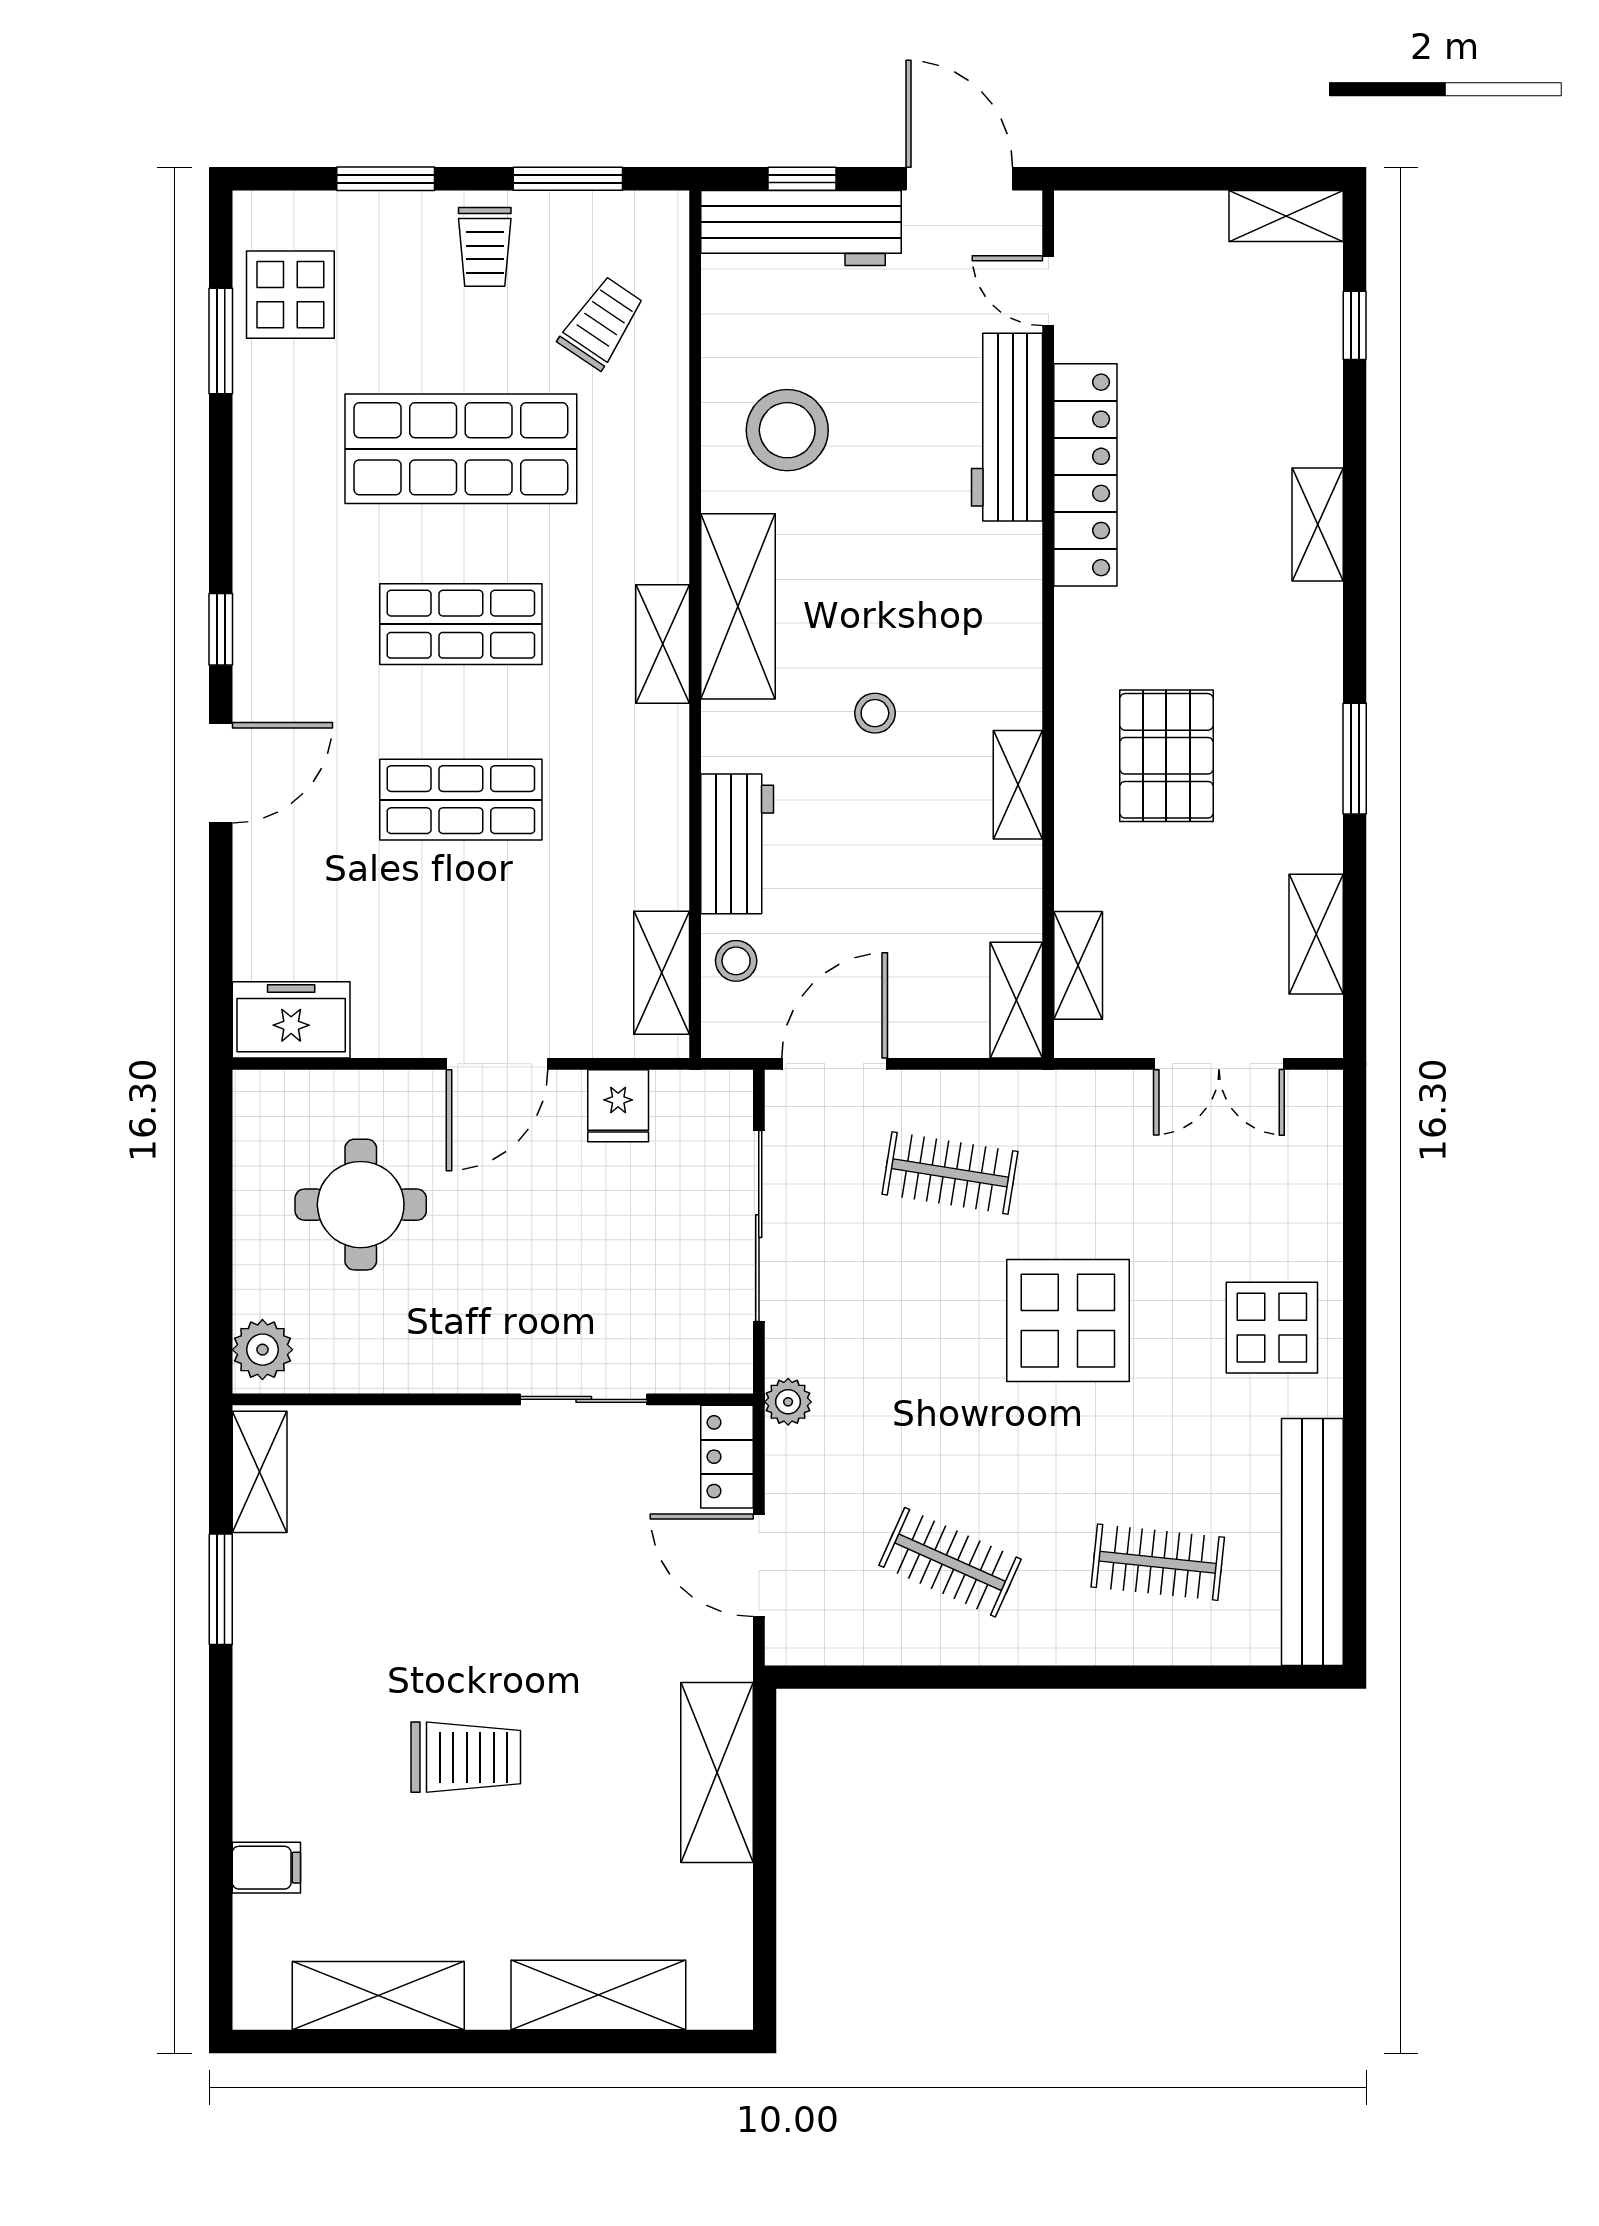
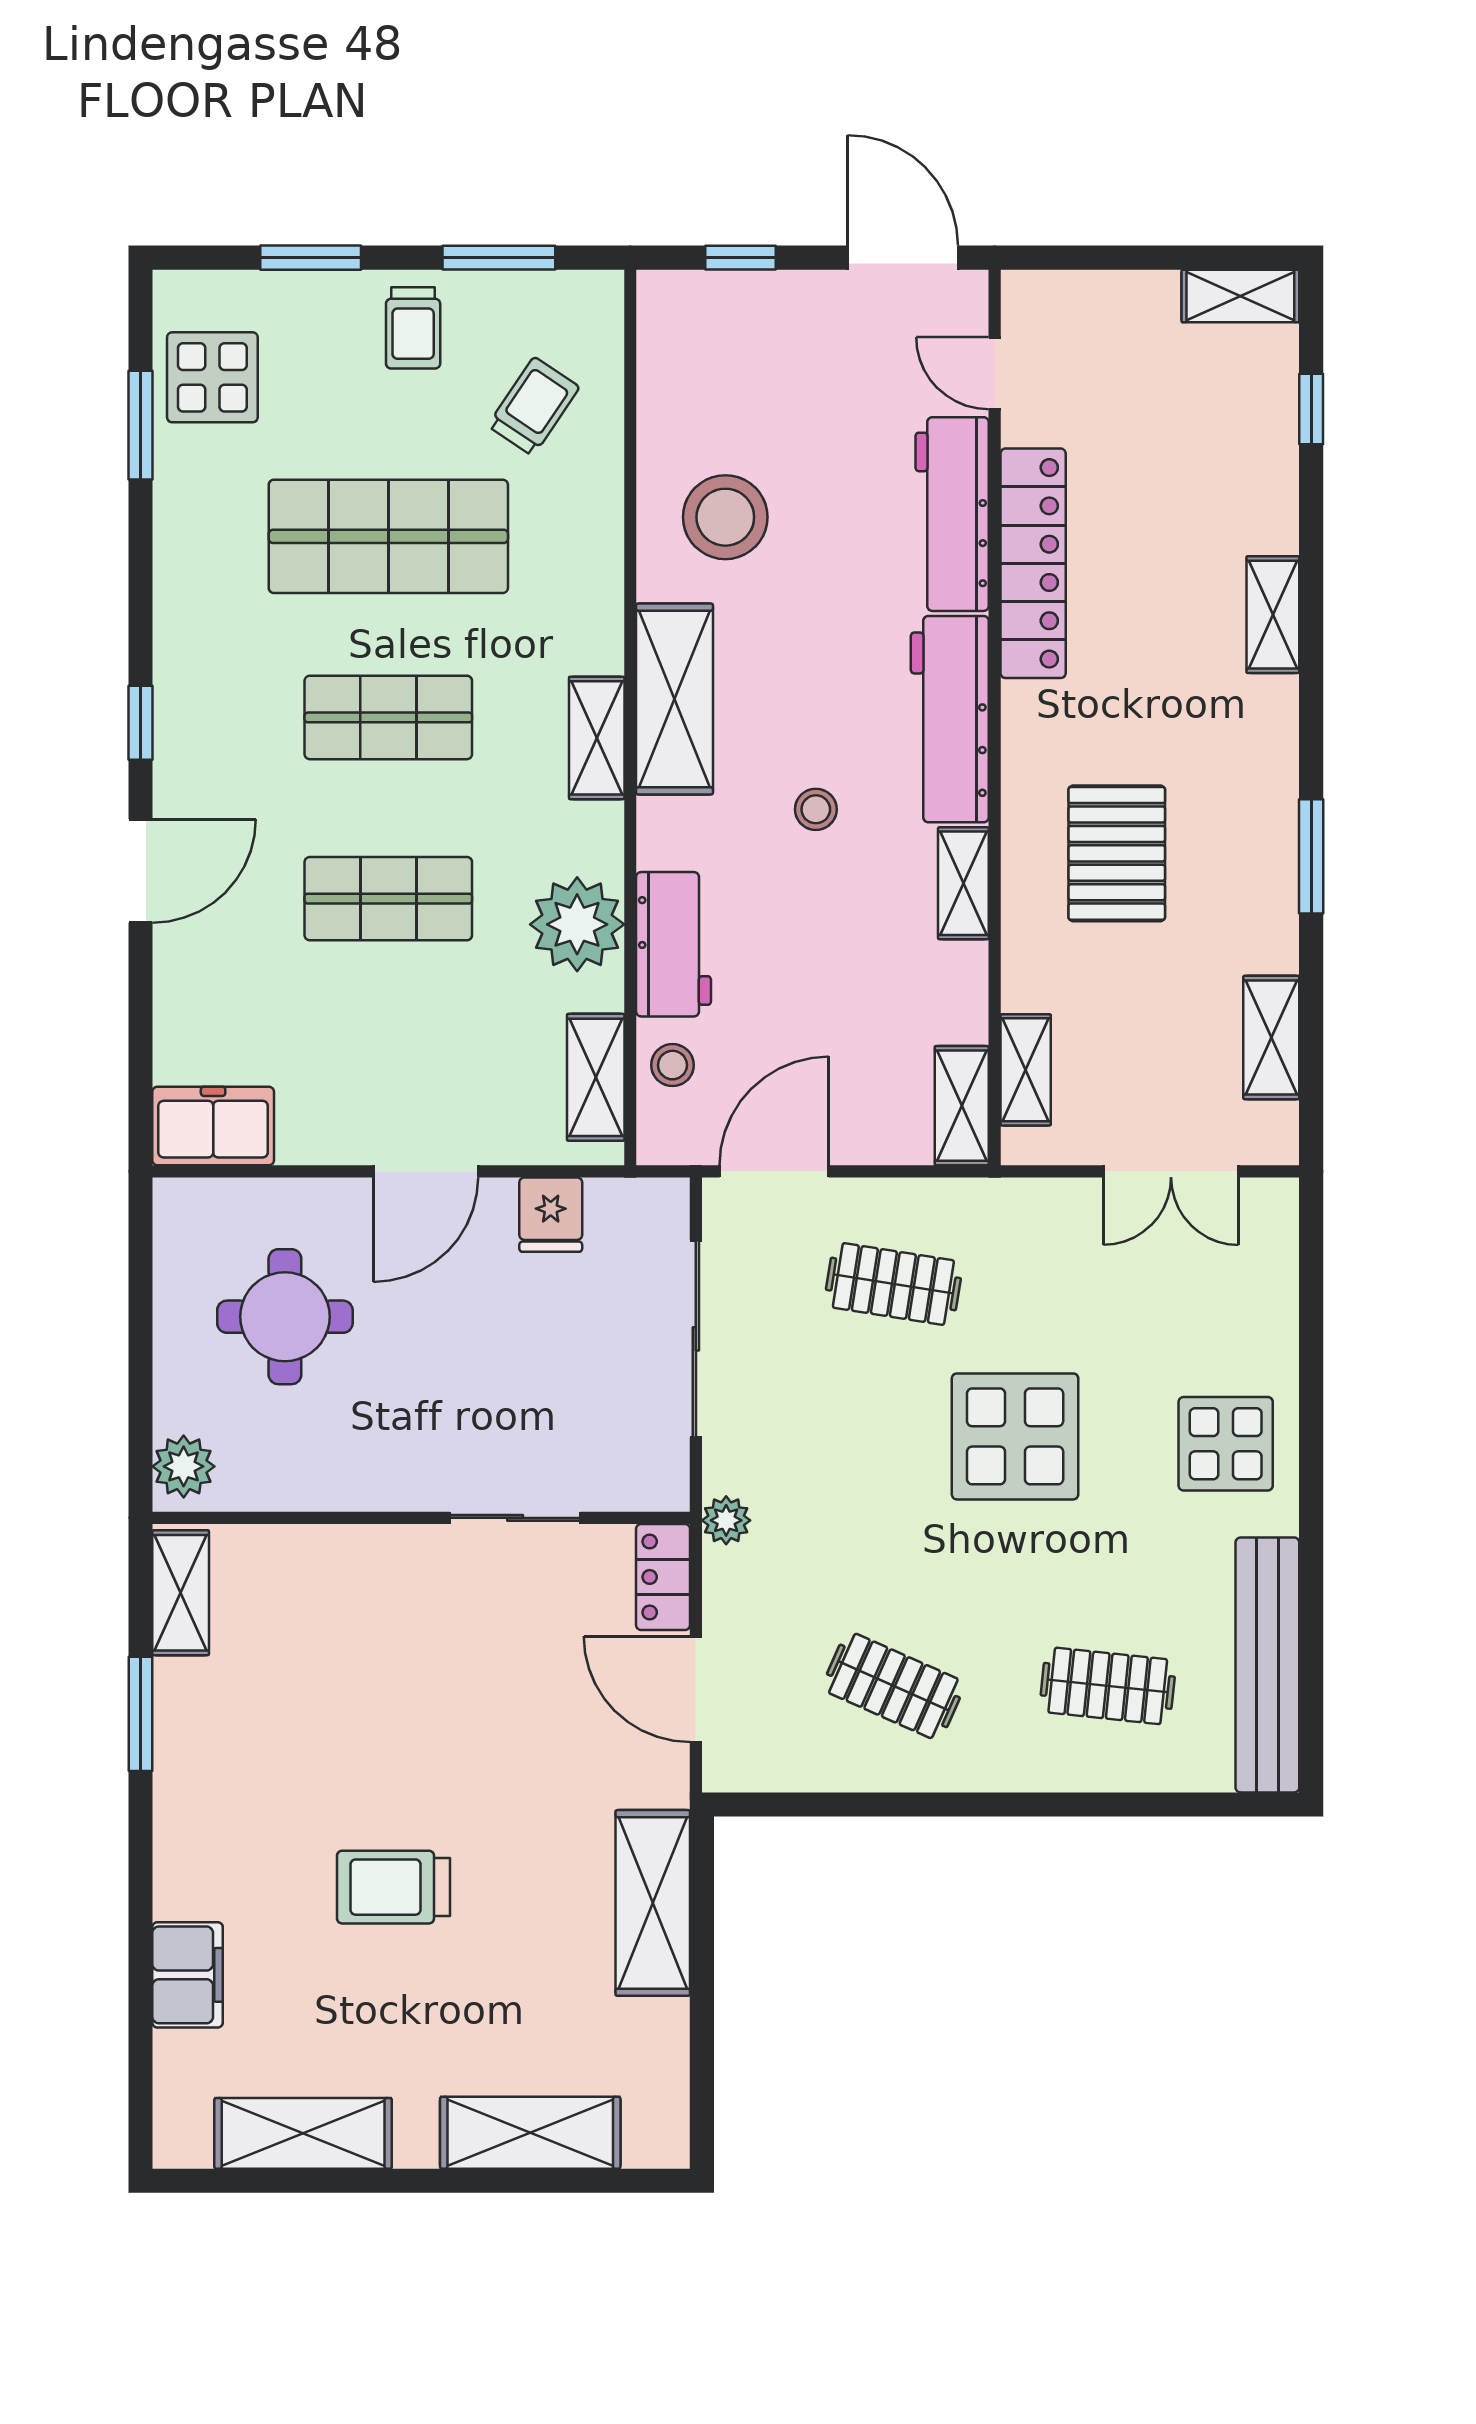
workbench: (801, 228) -> (950, 719), moved, turned 90
plant: (644, 824) -> (577, 924), added
trolley: (466, 1757) -> (393, 1887), turned 180
filing cabinet: (266, 1868) -> (188, 1975), width x2.00

